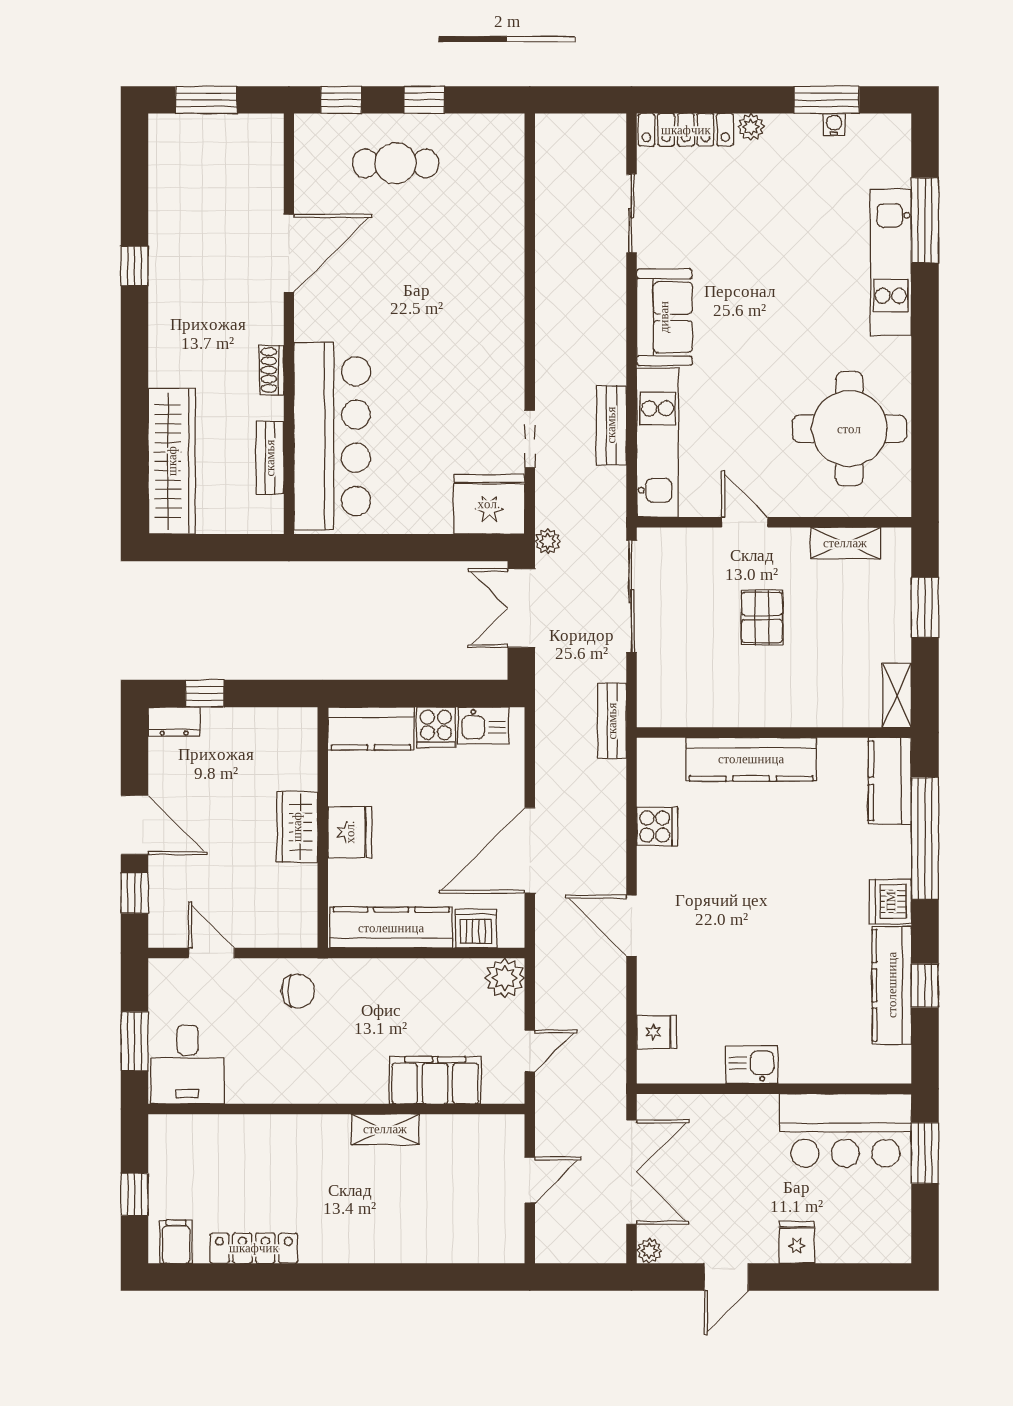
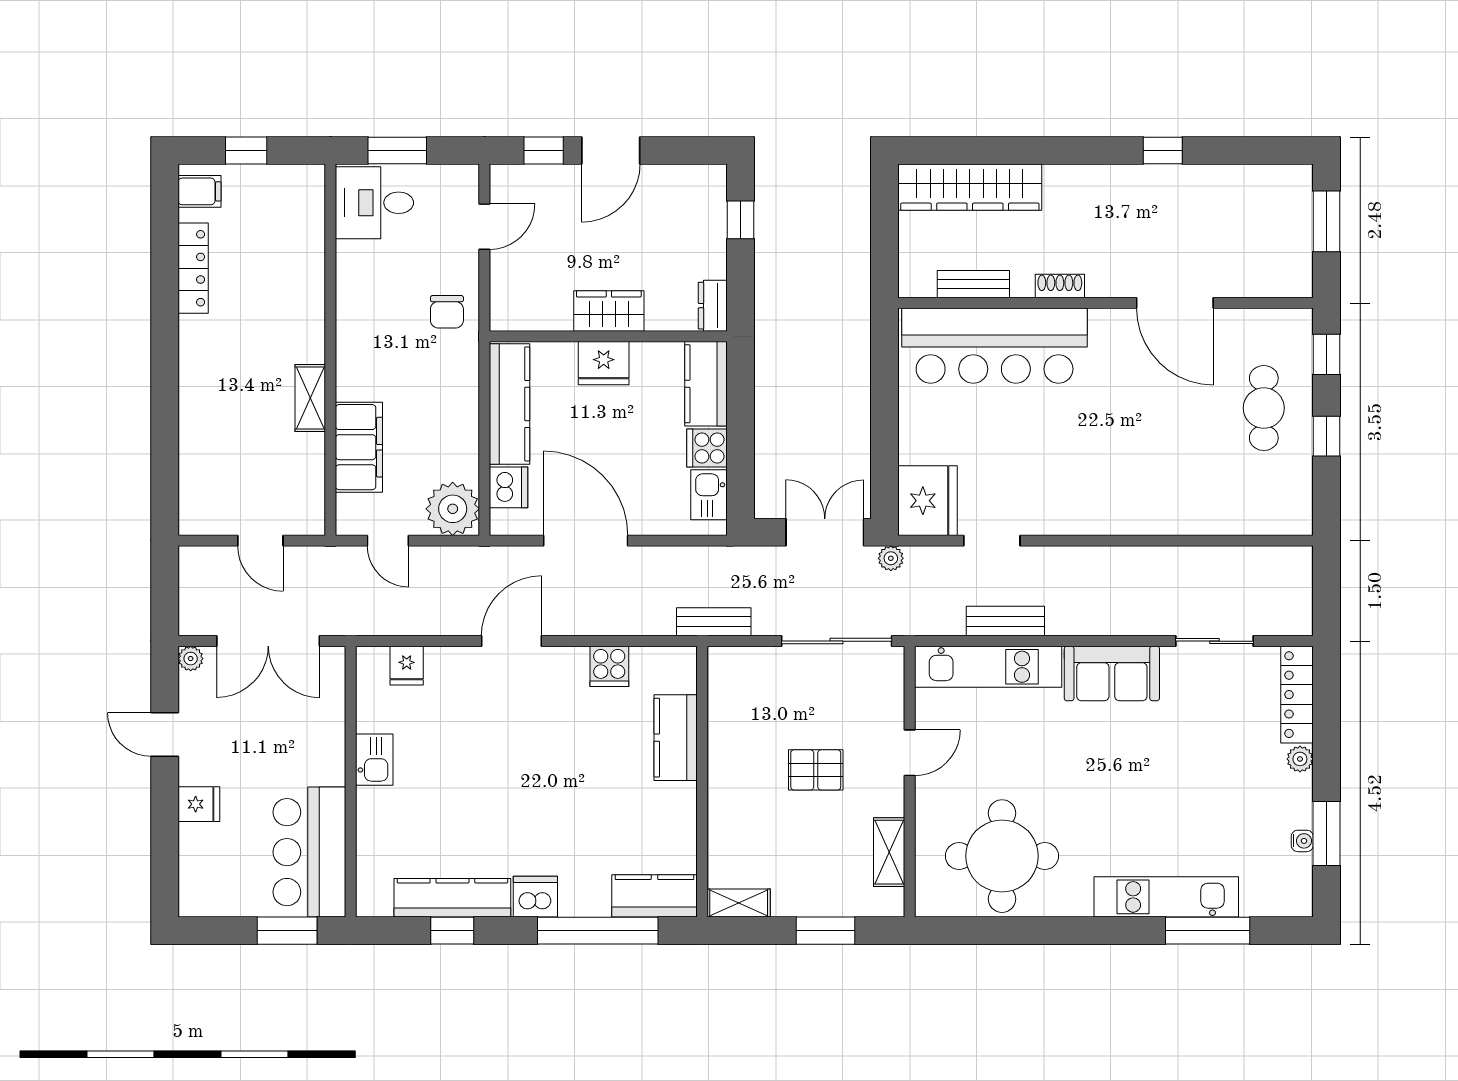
dresser: (174, 722) -> (713, 306), moved
kitchen counter: (751, 759) -> (676, 738), width x0.67
plant: (505, 978) -> (453, 509), width x1.36, depth x1.36

